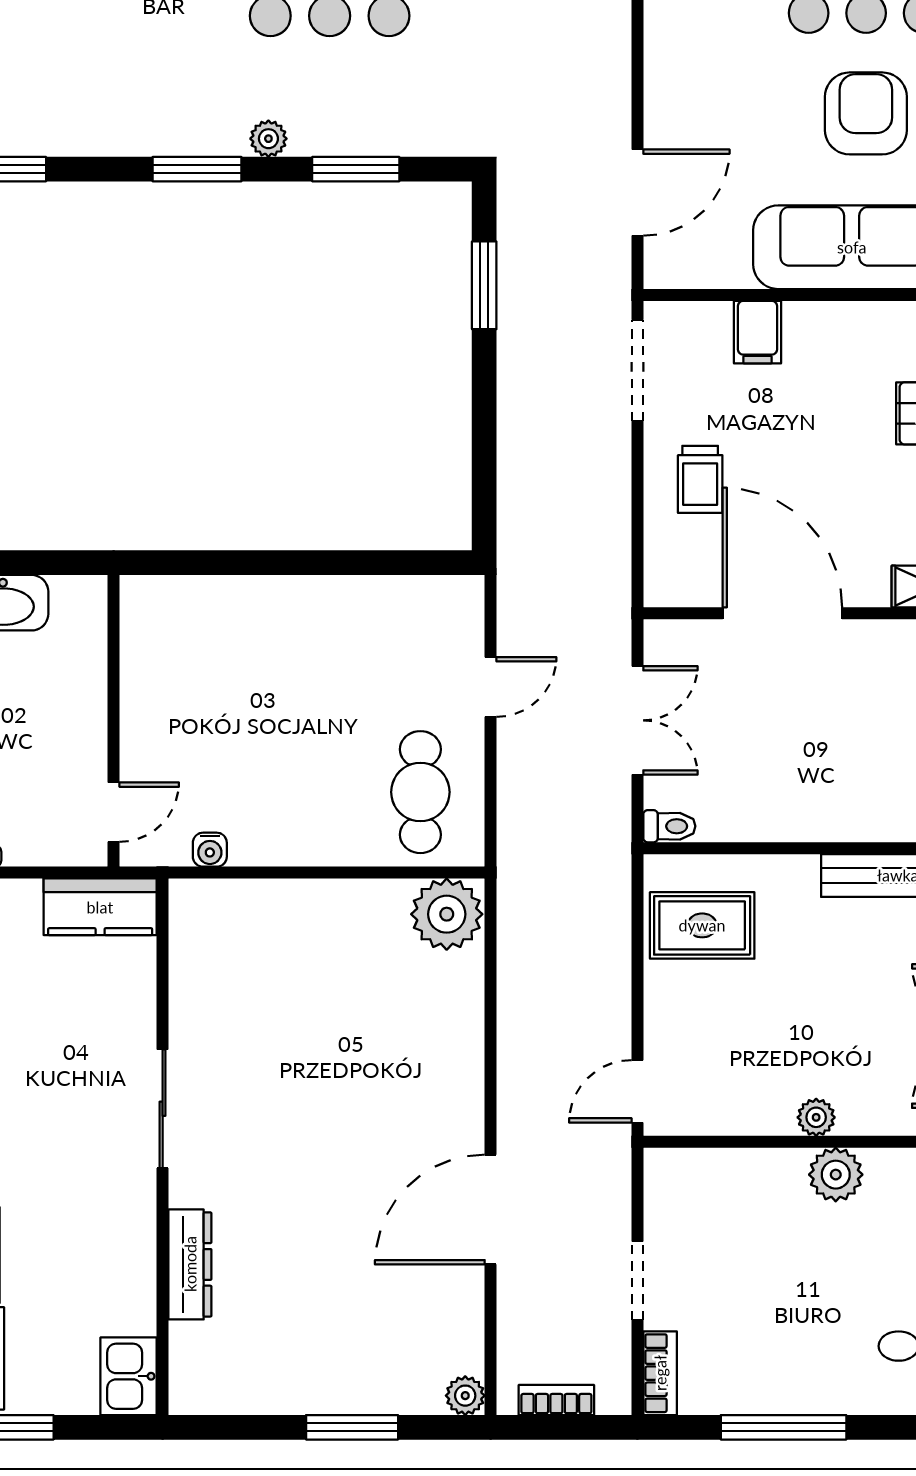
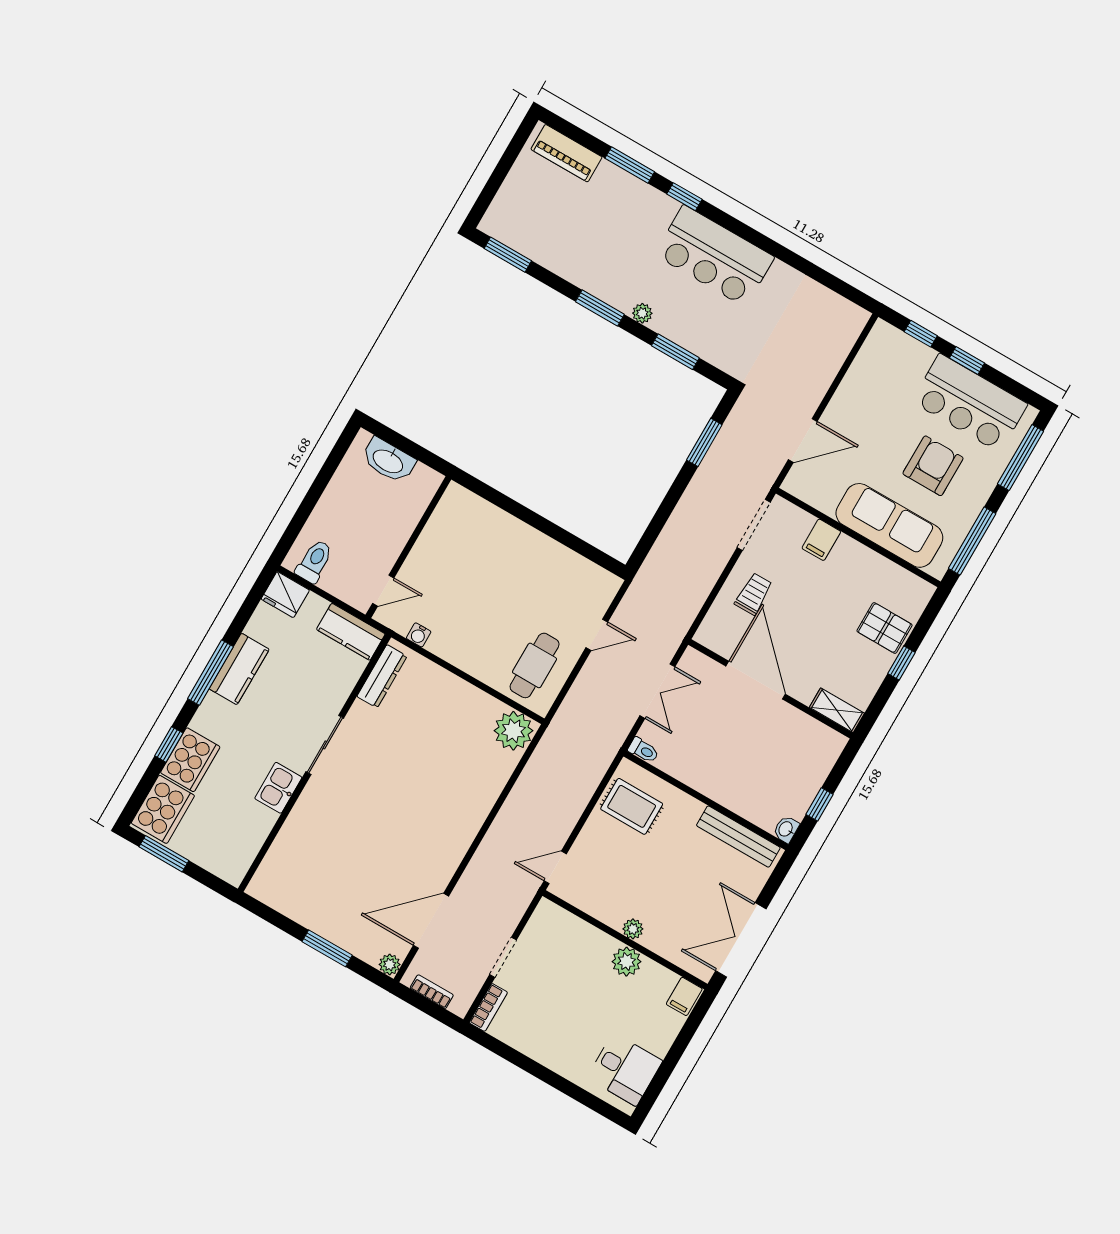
trolley: (700, 479) -> (754, 594), turned 180
door: (491, 1210) -> (431, 921), moved
dresser: (190, 1264) -> (382, 676), moved
kitchen sink: (129, 1376) -> (278, 788), moved
window: (784, 1427) -> (532, 1067), removed

